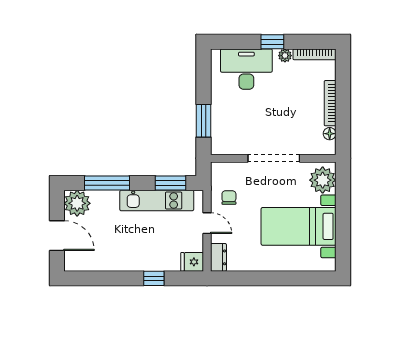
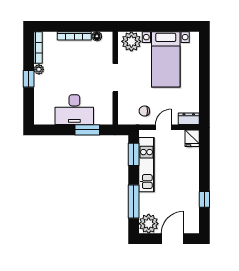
desk: (246, 69) -> (74, 110), moved, turned -90
doorway: (274, 158) -> (115, 78), width x0.73
window: (154, 278) -> (204, 199), moved

